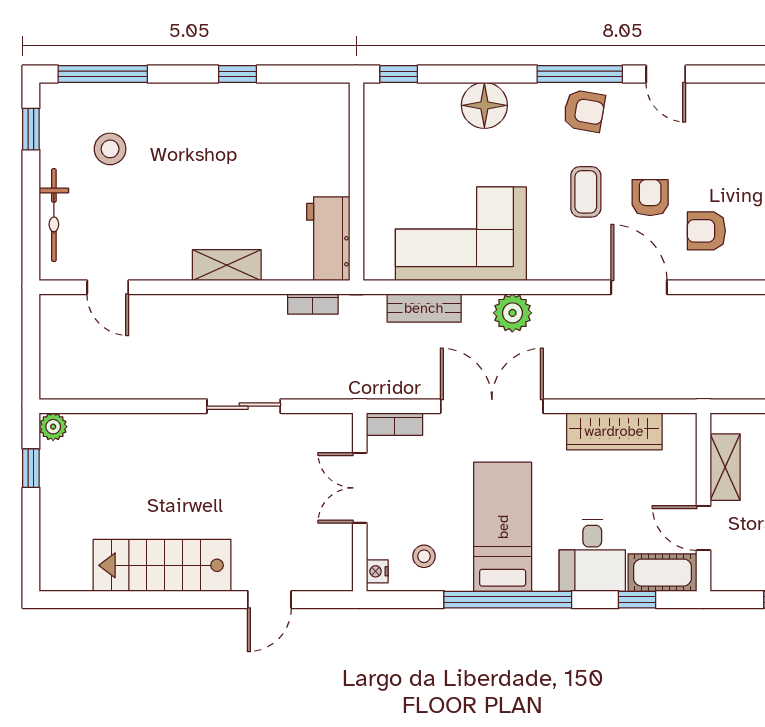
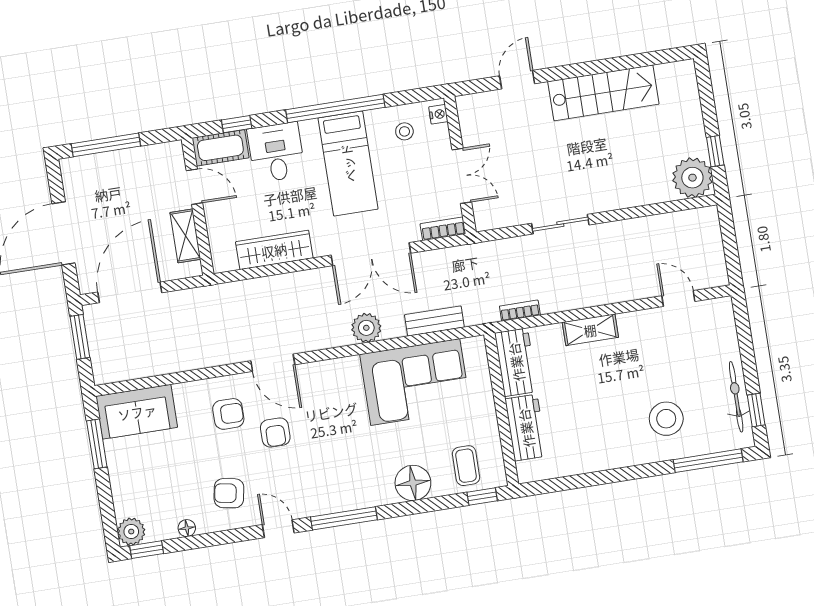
window: (237, 74) -> (605, 477), removed
armchair: (584, 111) -> (229, 493), moved
stool: (110, 149) -> (666, 419), moved, width x1.38, depth x1.38
workbench: (329, 153) -> (526, 428), added
coffee table: (586, 192) -> (466, 466), moved
bicycle: (54, 215) -> (736, 397), moved
plant: (53, 427) -> (692, 178), width x1.87, depth x1.87

